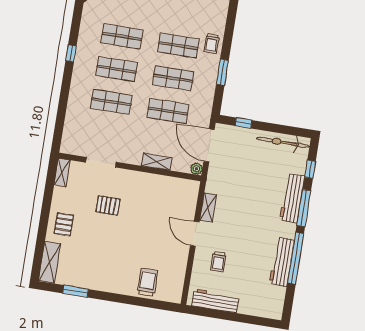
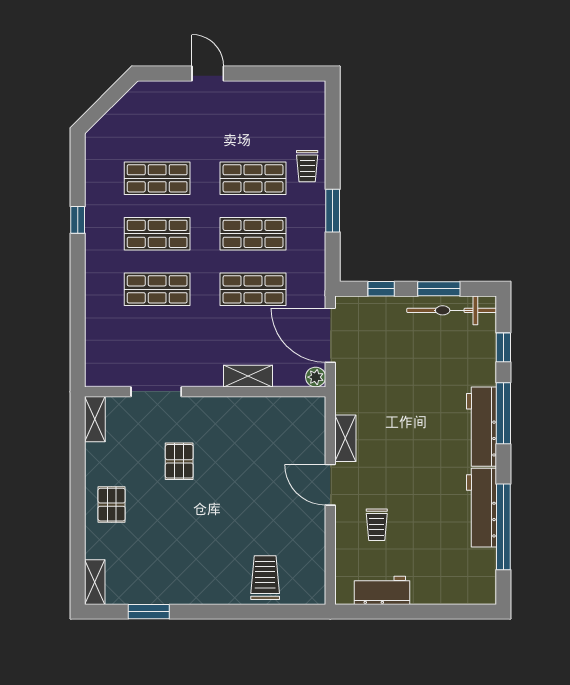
window: (278, 128) -> (439, 289), added
workbench: (292, 198) -> (481, 427), moved
pallet: (108, 205) -> (179, 461), turned 90
window: (296, 258) -> (503, 527), moved
shelving: (50, 262) -> (95, 582), width x0.67, depth x0.75
workbench: (215, 301) -> (382, 590), width x0.73

